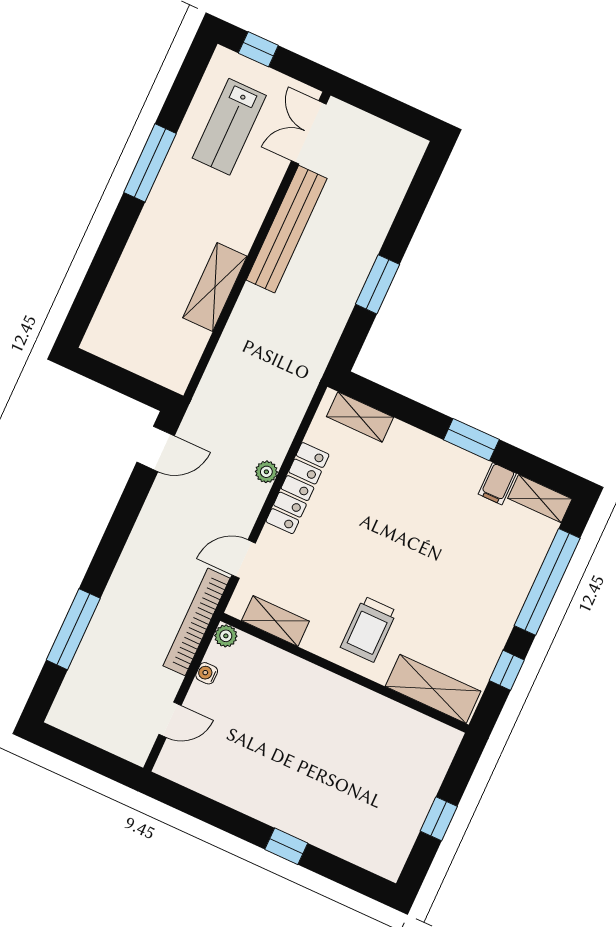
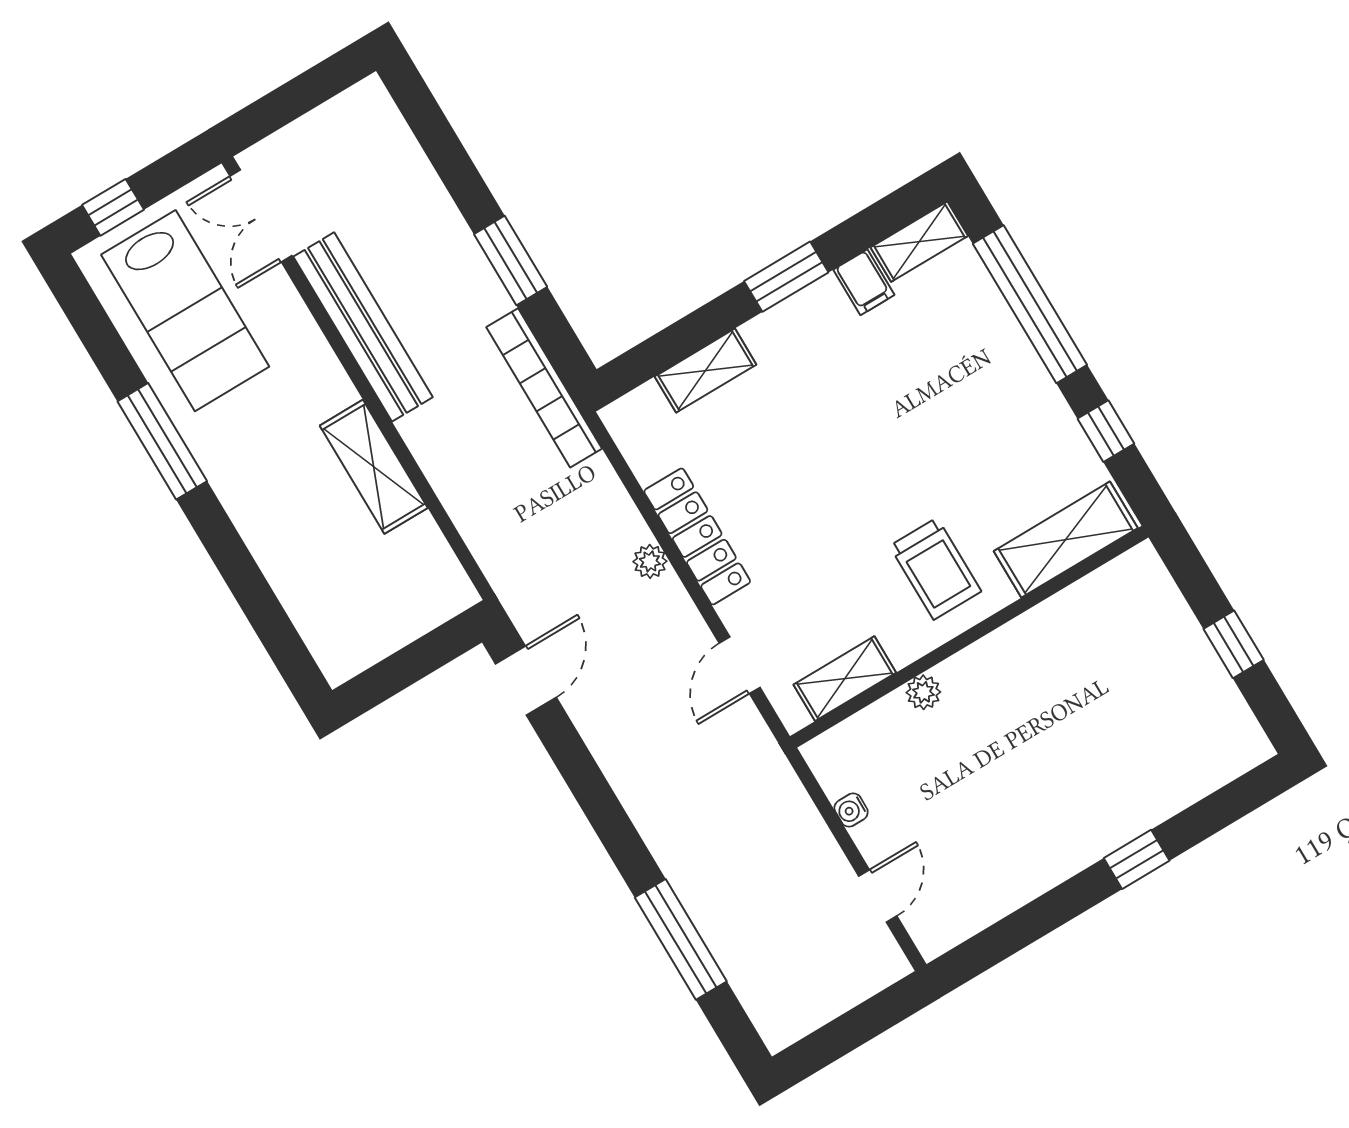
lab bench: (229, 127) -> (185, 311), width x1.36, depth x1.39
shelving: (360, 417) -> (705, 371), moved
bookcase: (196, 622) -> (544, 388), moved
plant: (226, 636) -> (923, 692), moved

